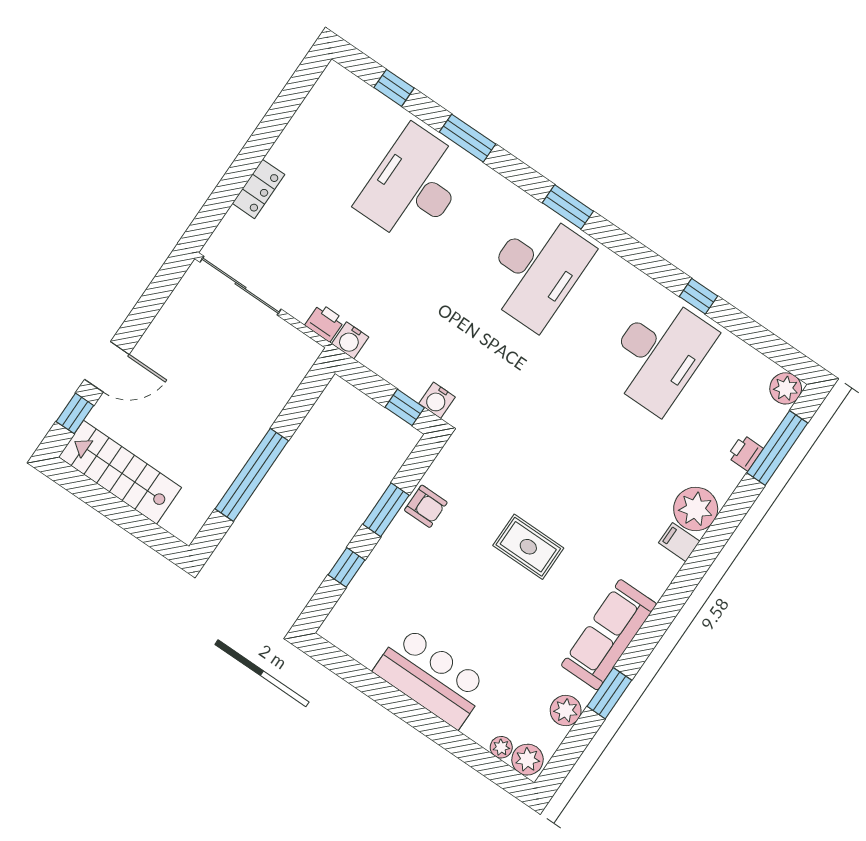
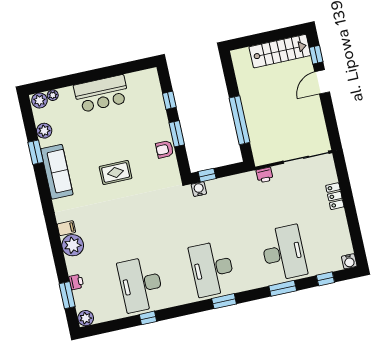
water cooler: (350, 340) -> (349, 261), moved, turned 180
window: (777, 448) -> (67, 295), width x0.69
window: (252, 475) -> (239, 120), moved

